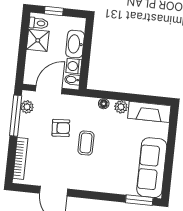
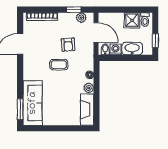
window: (54, 11) -> (155, 41), moved
window: (16, 116) -> (74, 10), width x0.46
sofa: (152, 168) -> (33, 103), moved, turned 90

